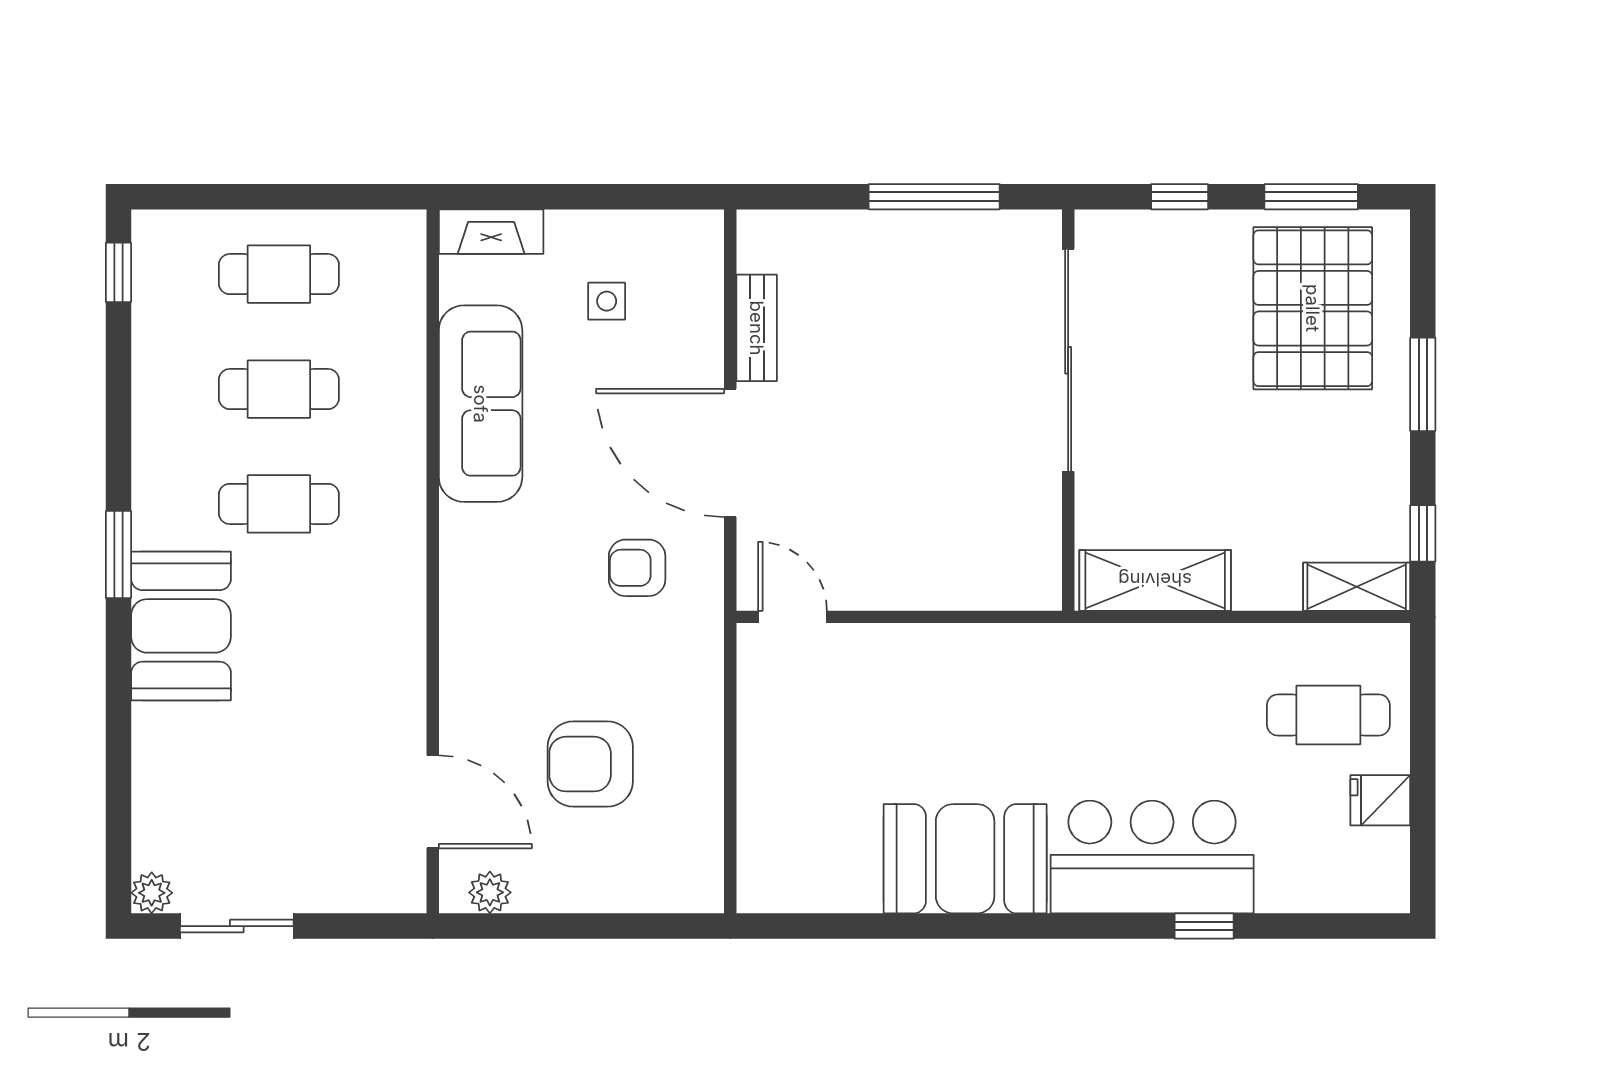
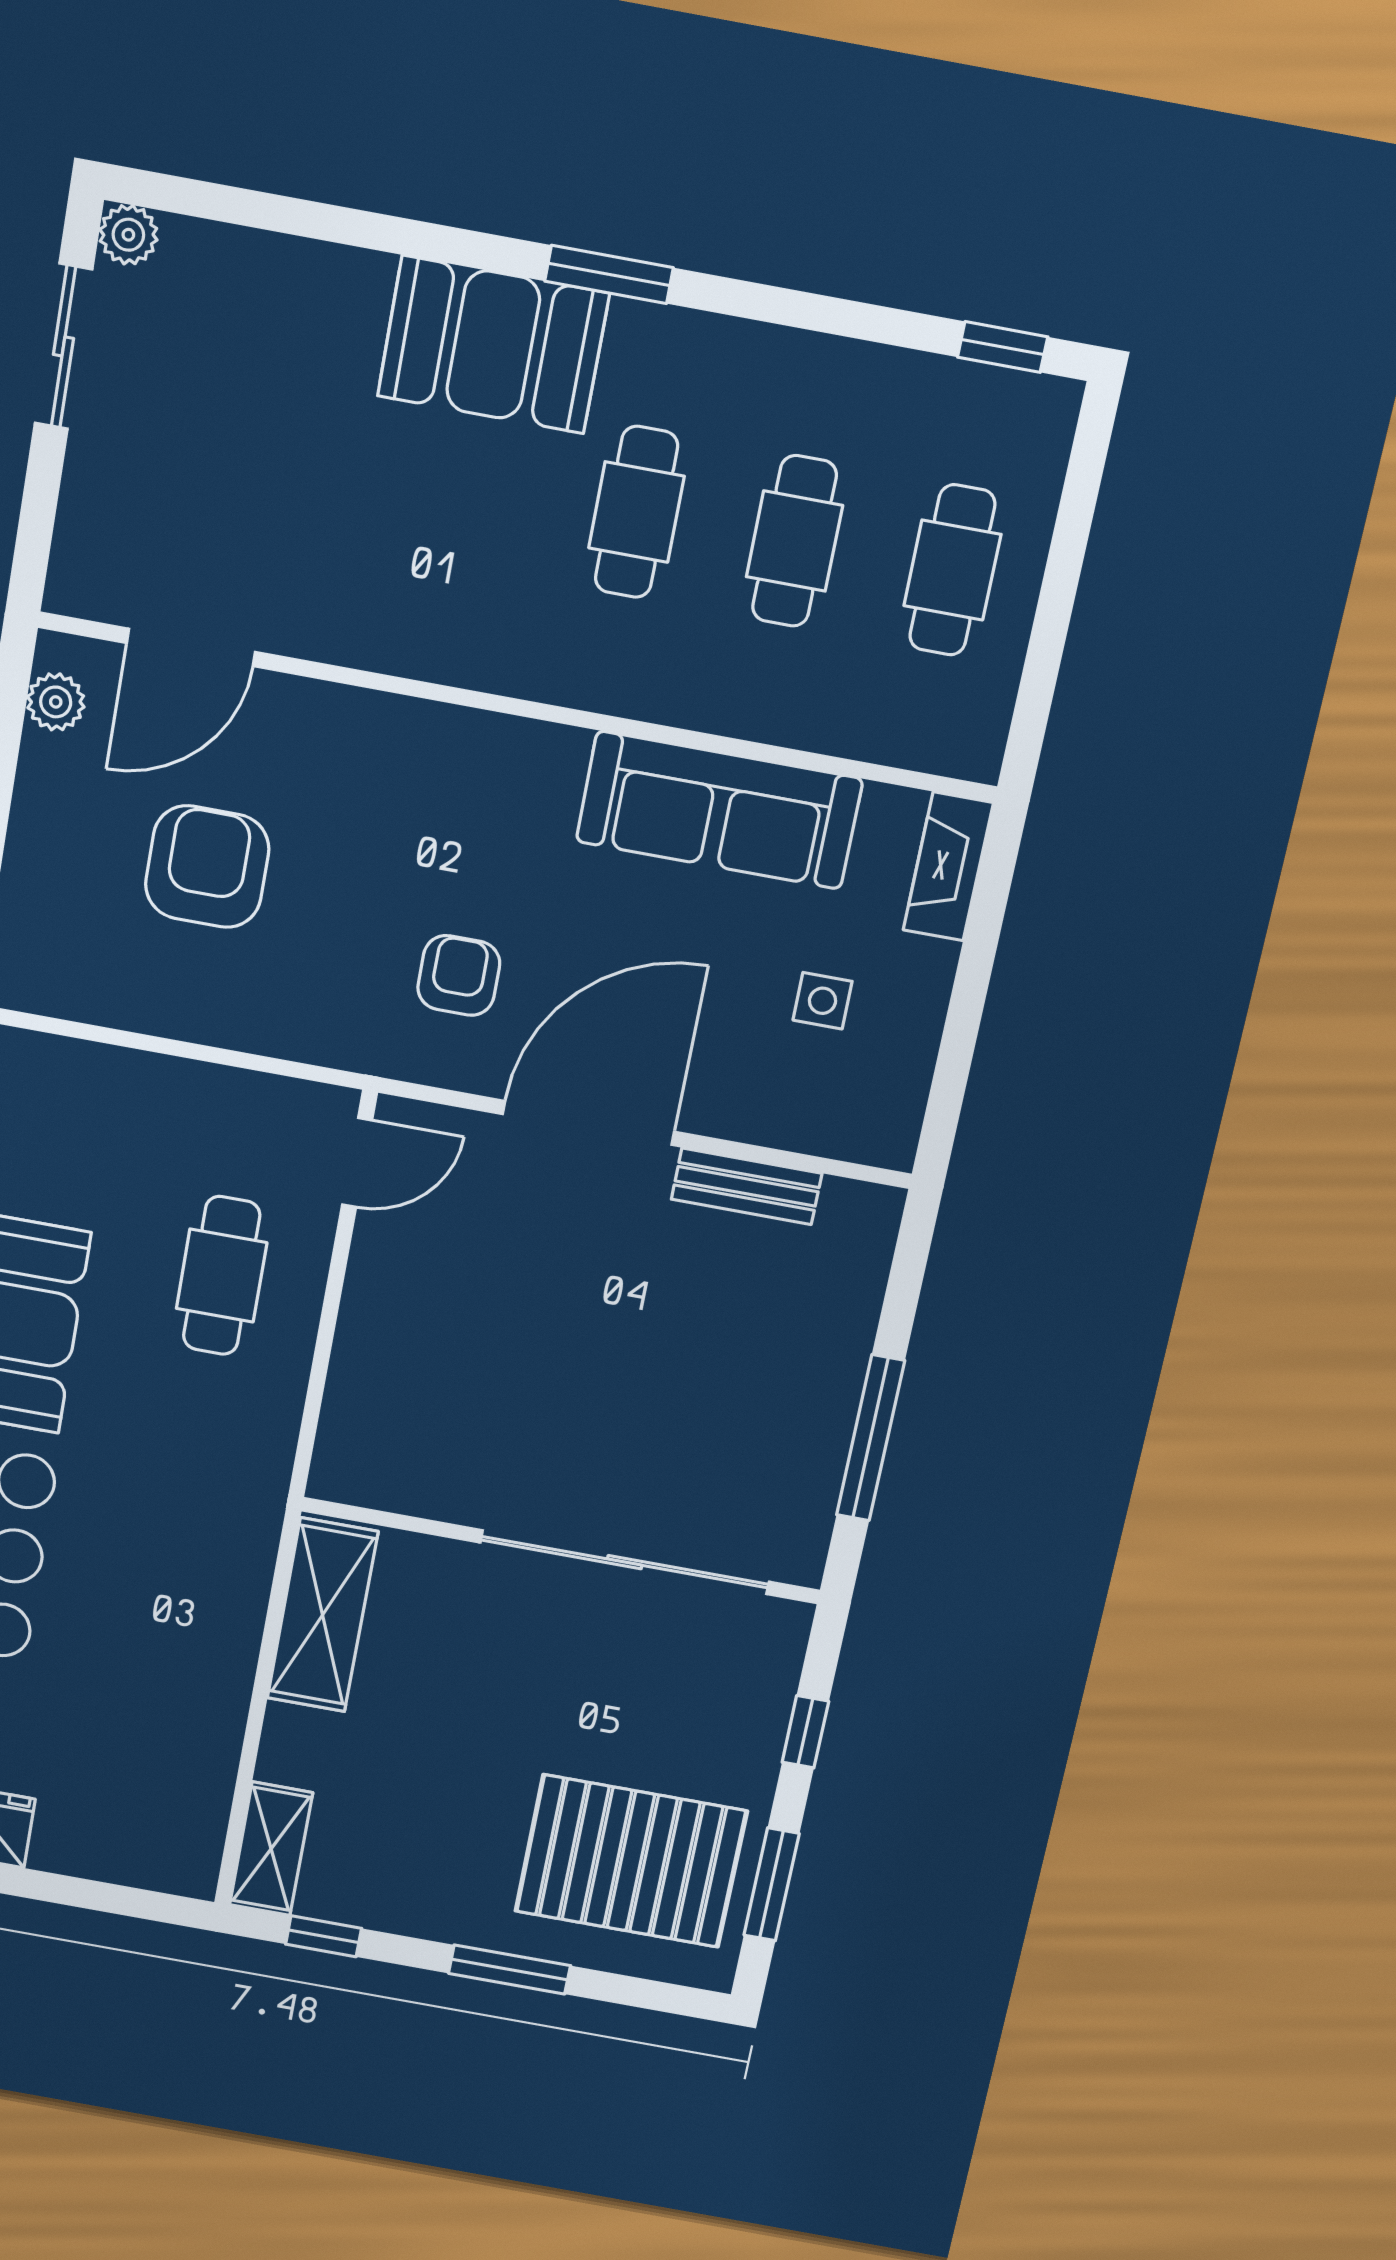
cafe table: (1328, 715) -> (222, 1276), moved

